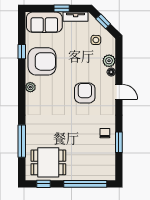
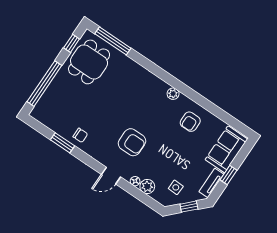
window: (22, 52) -> (213, 109), removed
armchair: (42, 61) -> (190, 122), width x0.53, depth x0.53
window: (22, 141) -> (113, 41), moved

